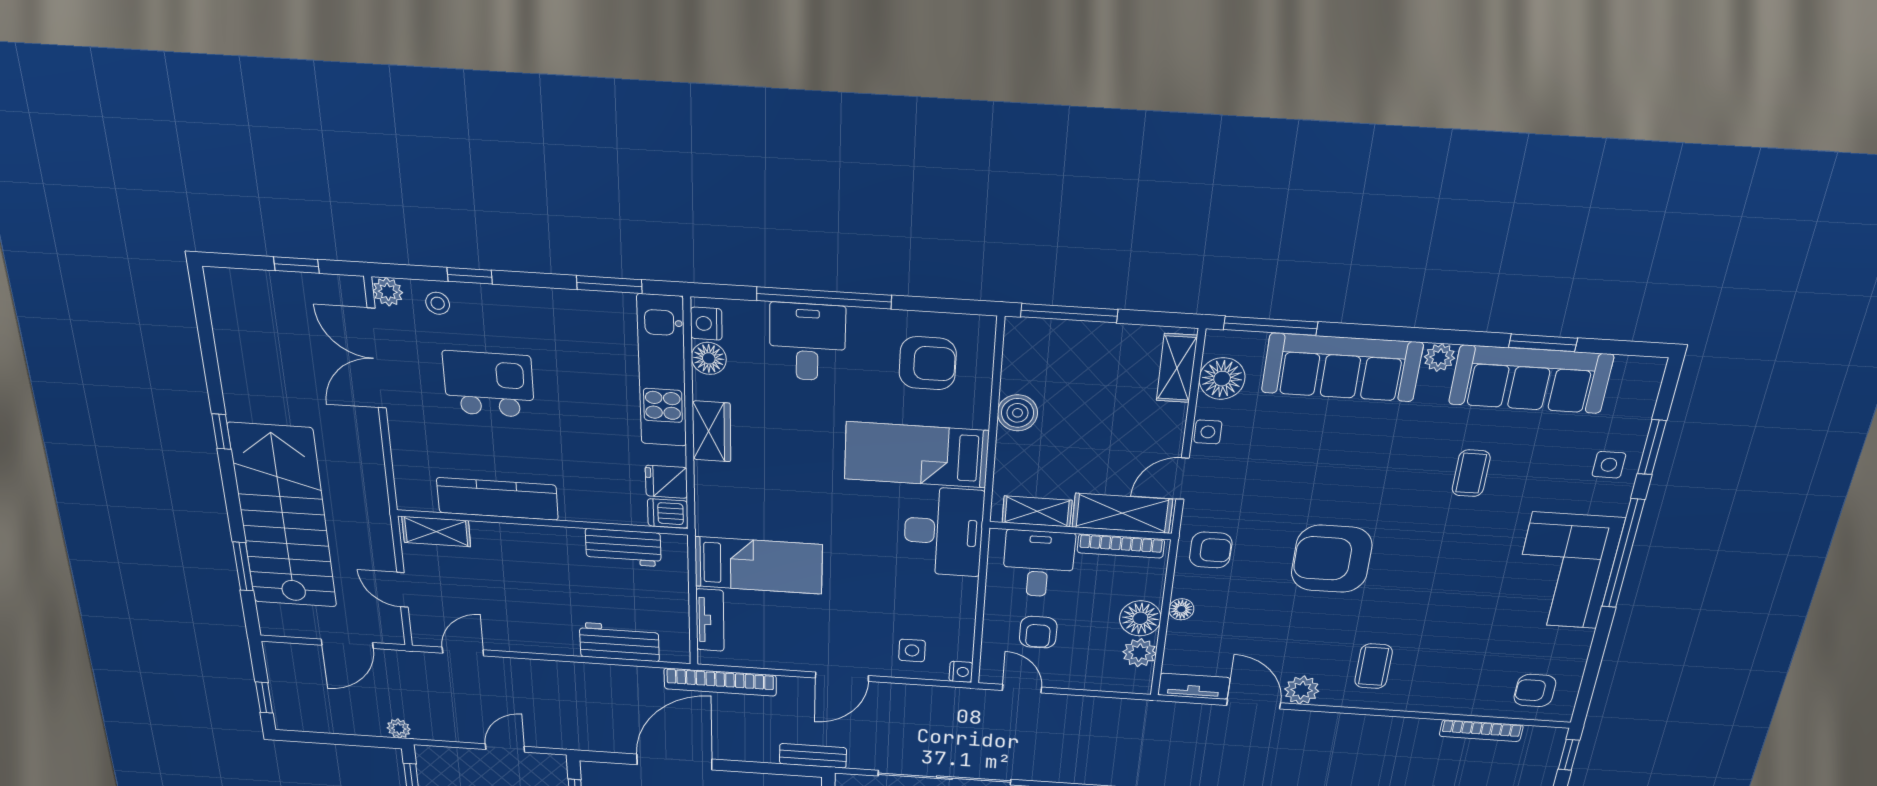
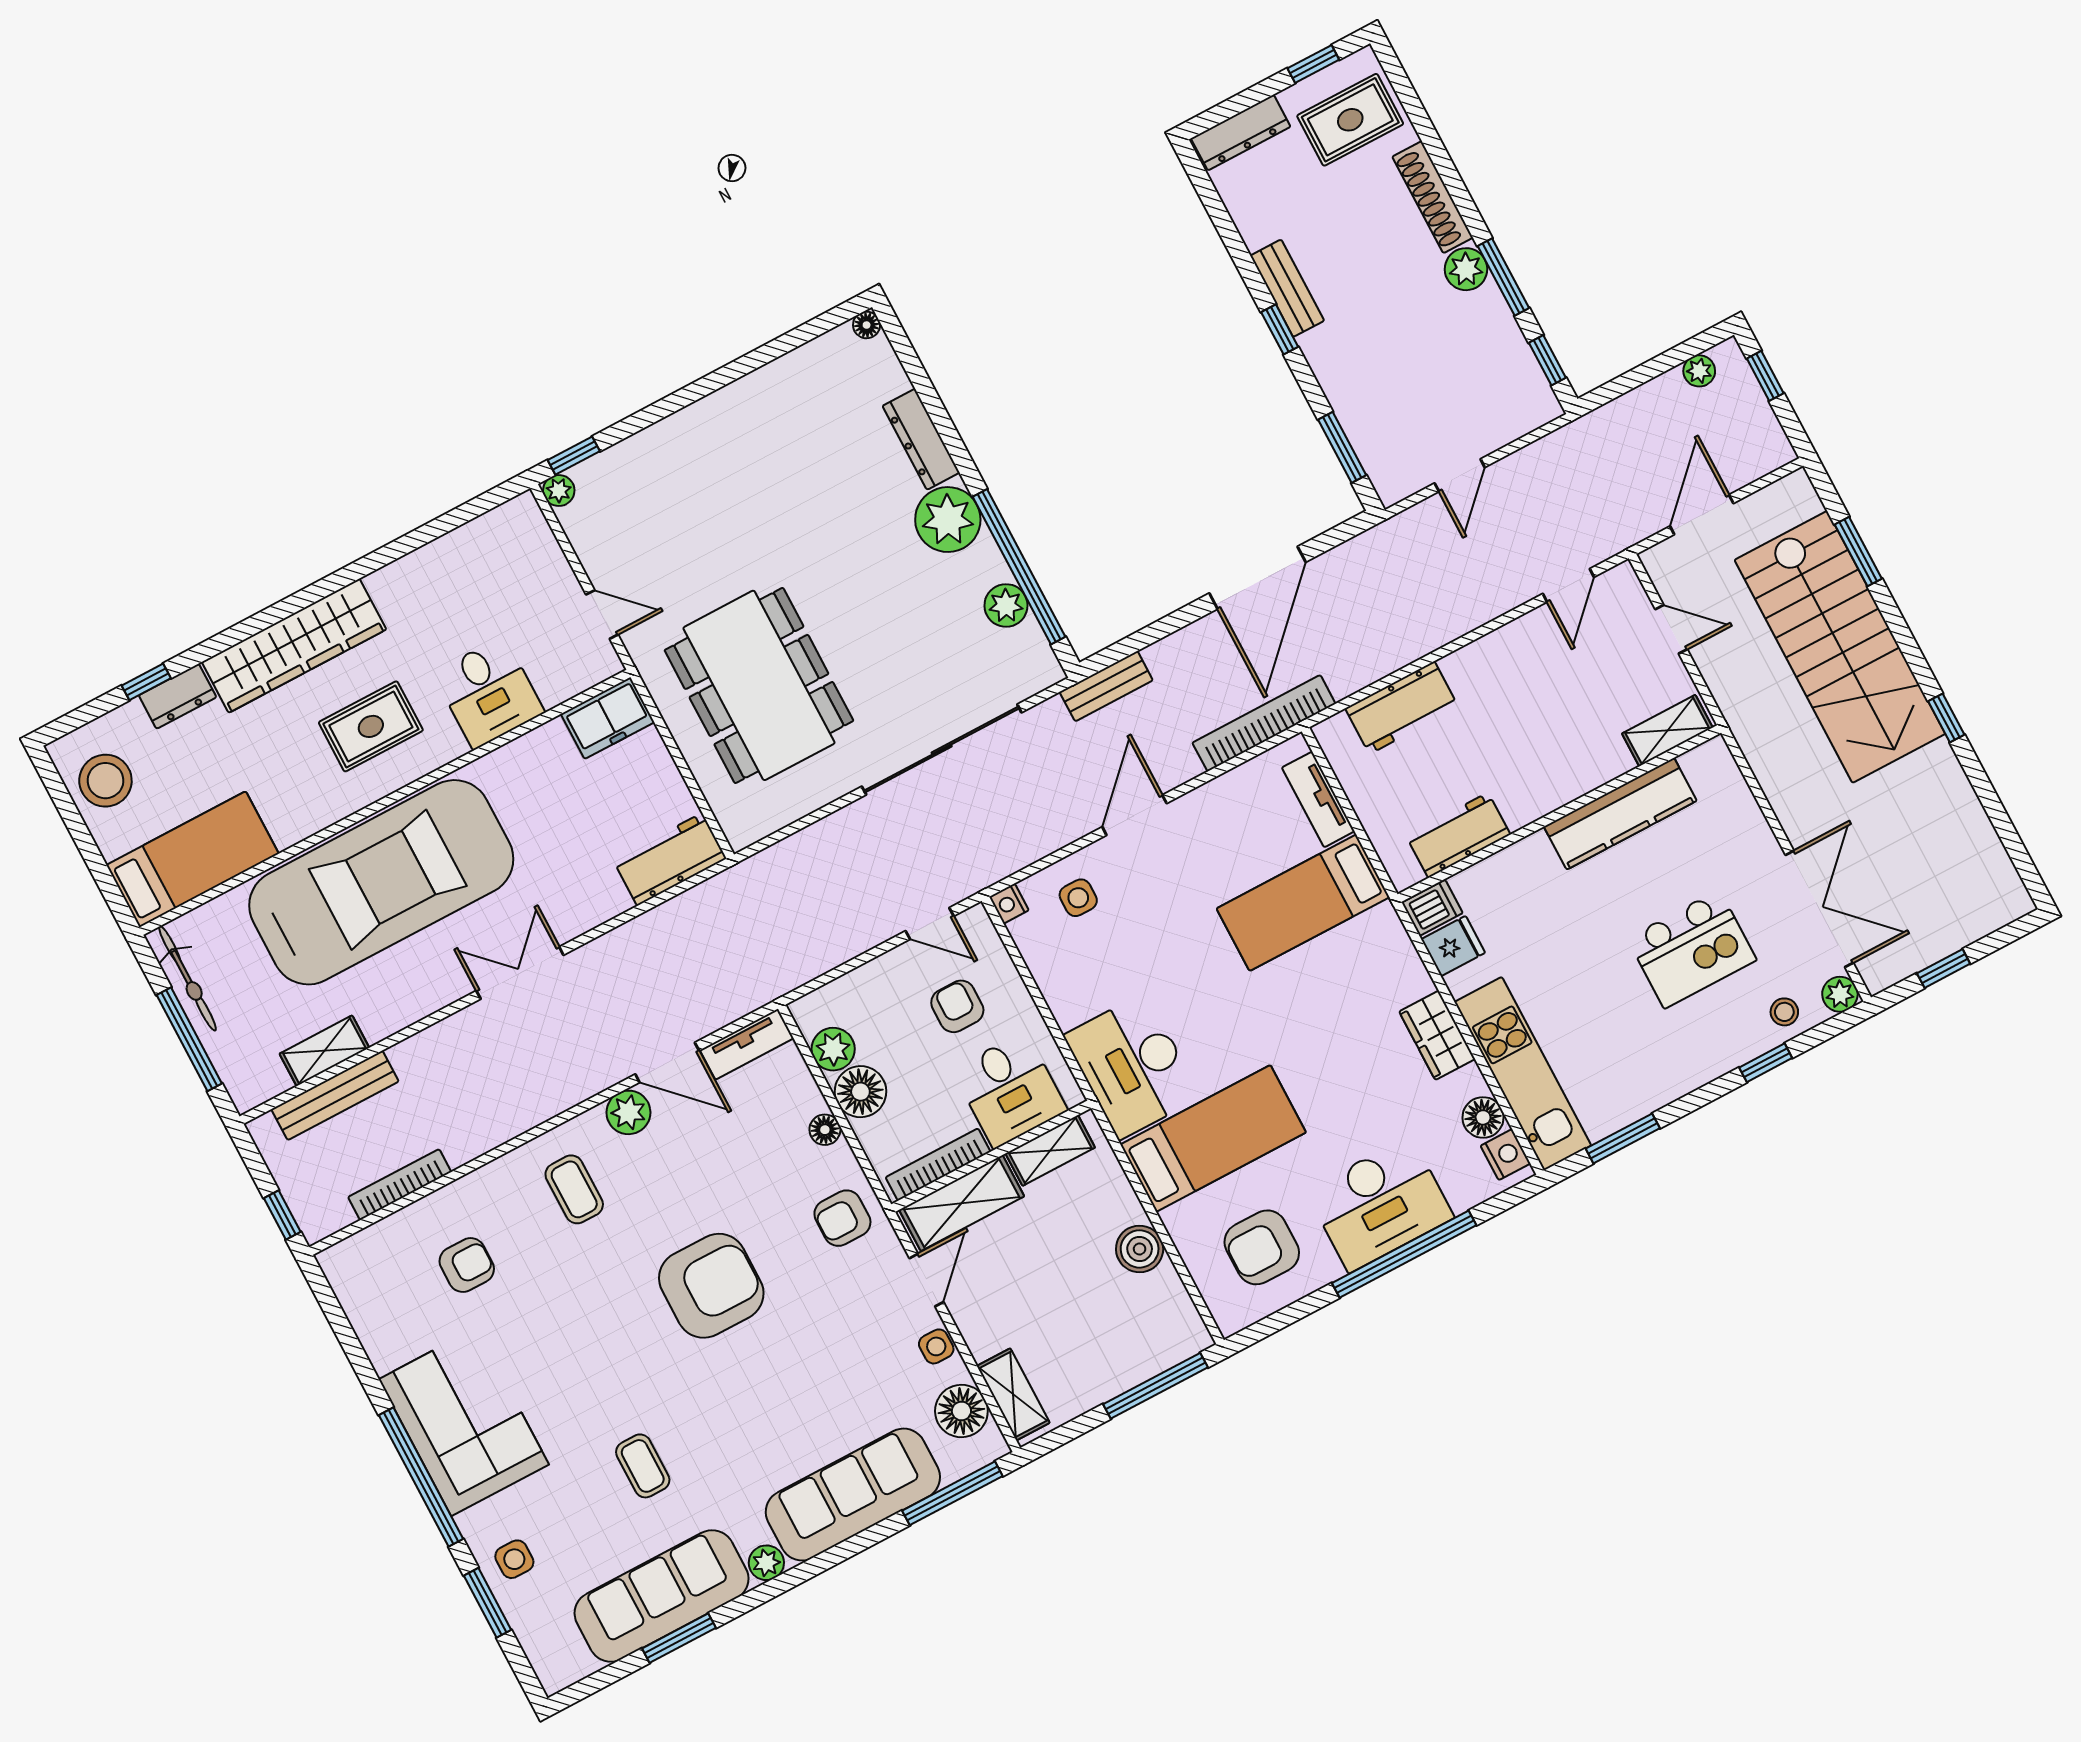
desk: (807, 342) -> (1380, 1204), width x1.37
armchair: (1535, 690) -> (467, 1265), moved
plant: (399, 729) -> (1699, 371), moved

